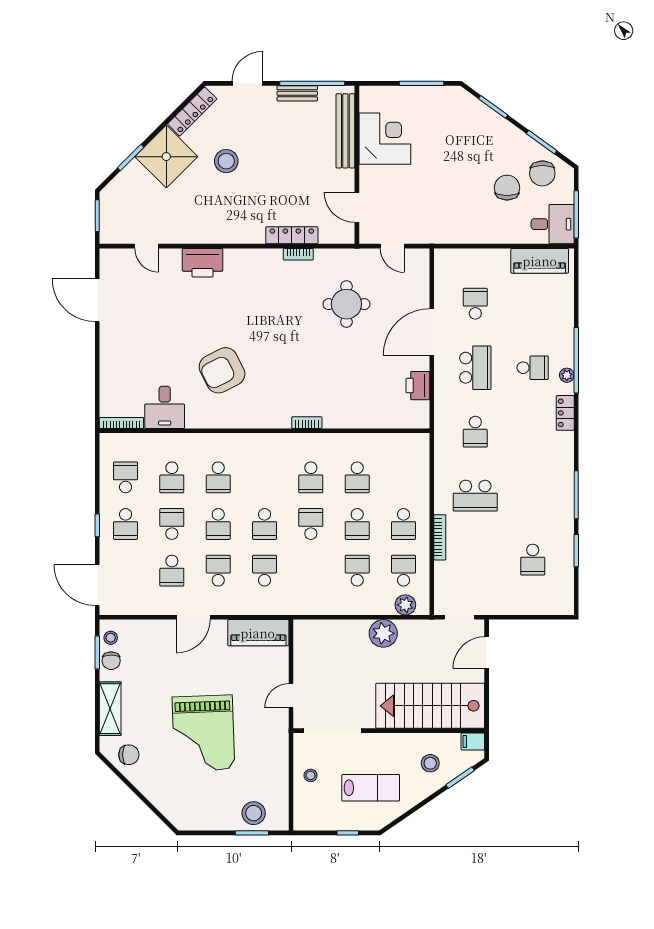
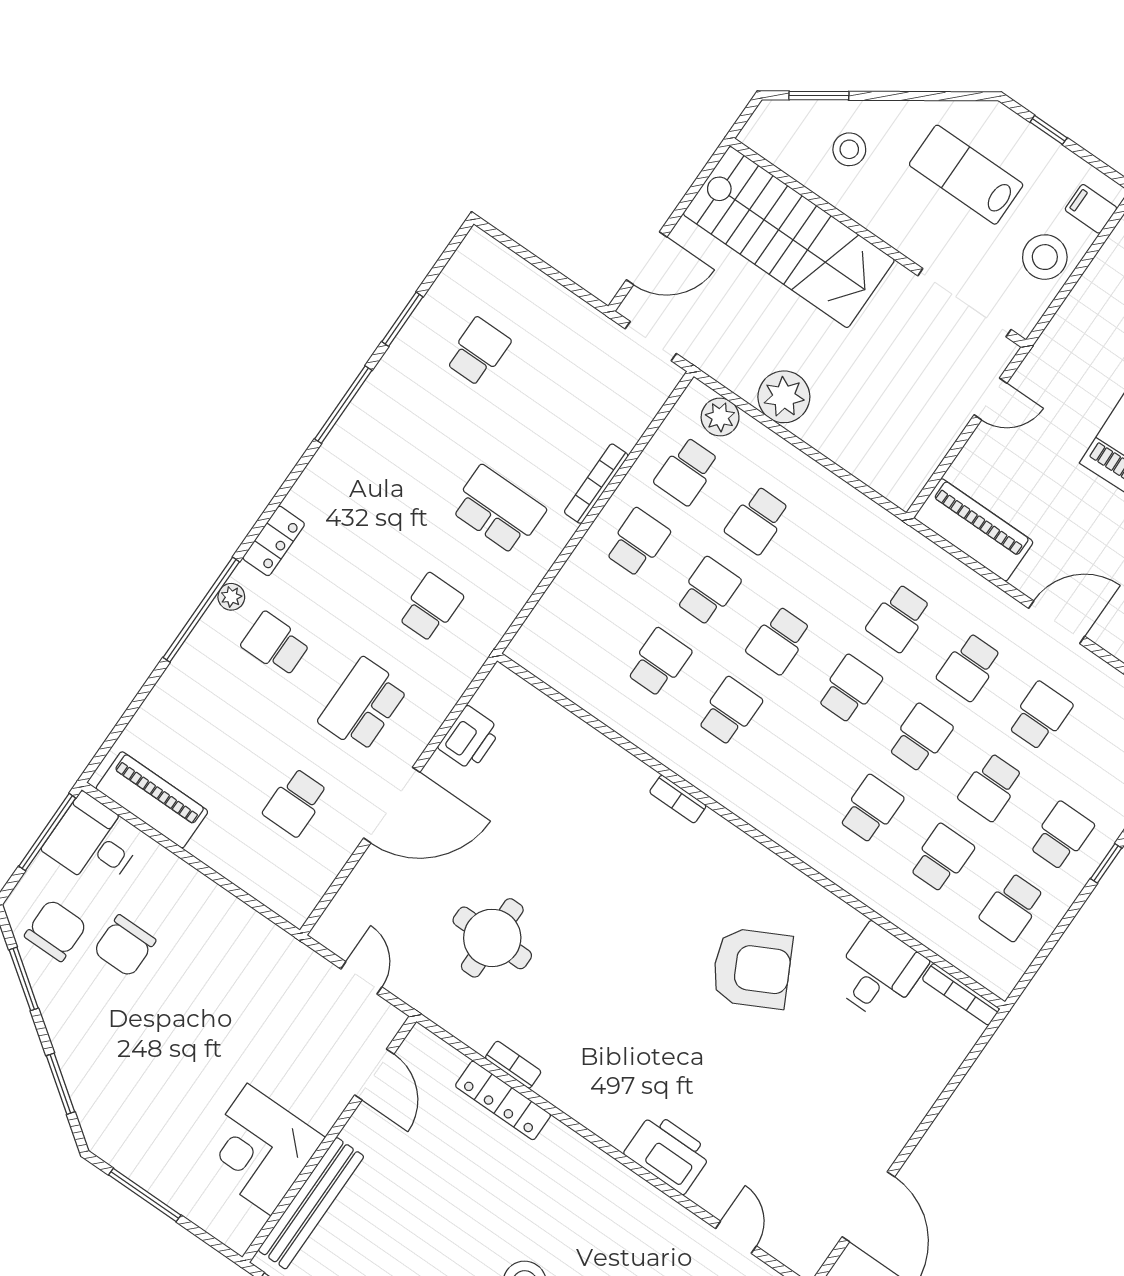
filing cabinet: (473, 741) -> (1091, 209), moved, turned 180
stool: (311, 775) -> (1045, 257), width x1.89, depth x1.89

